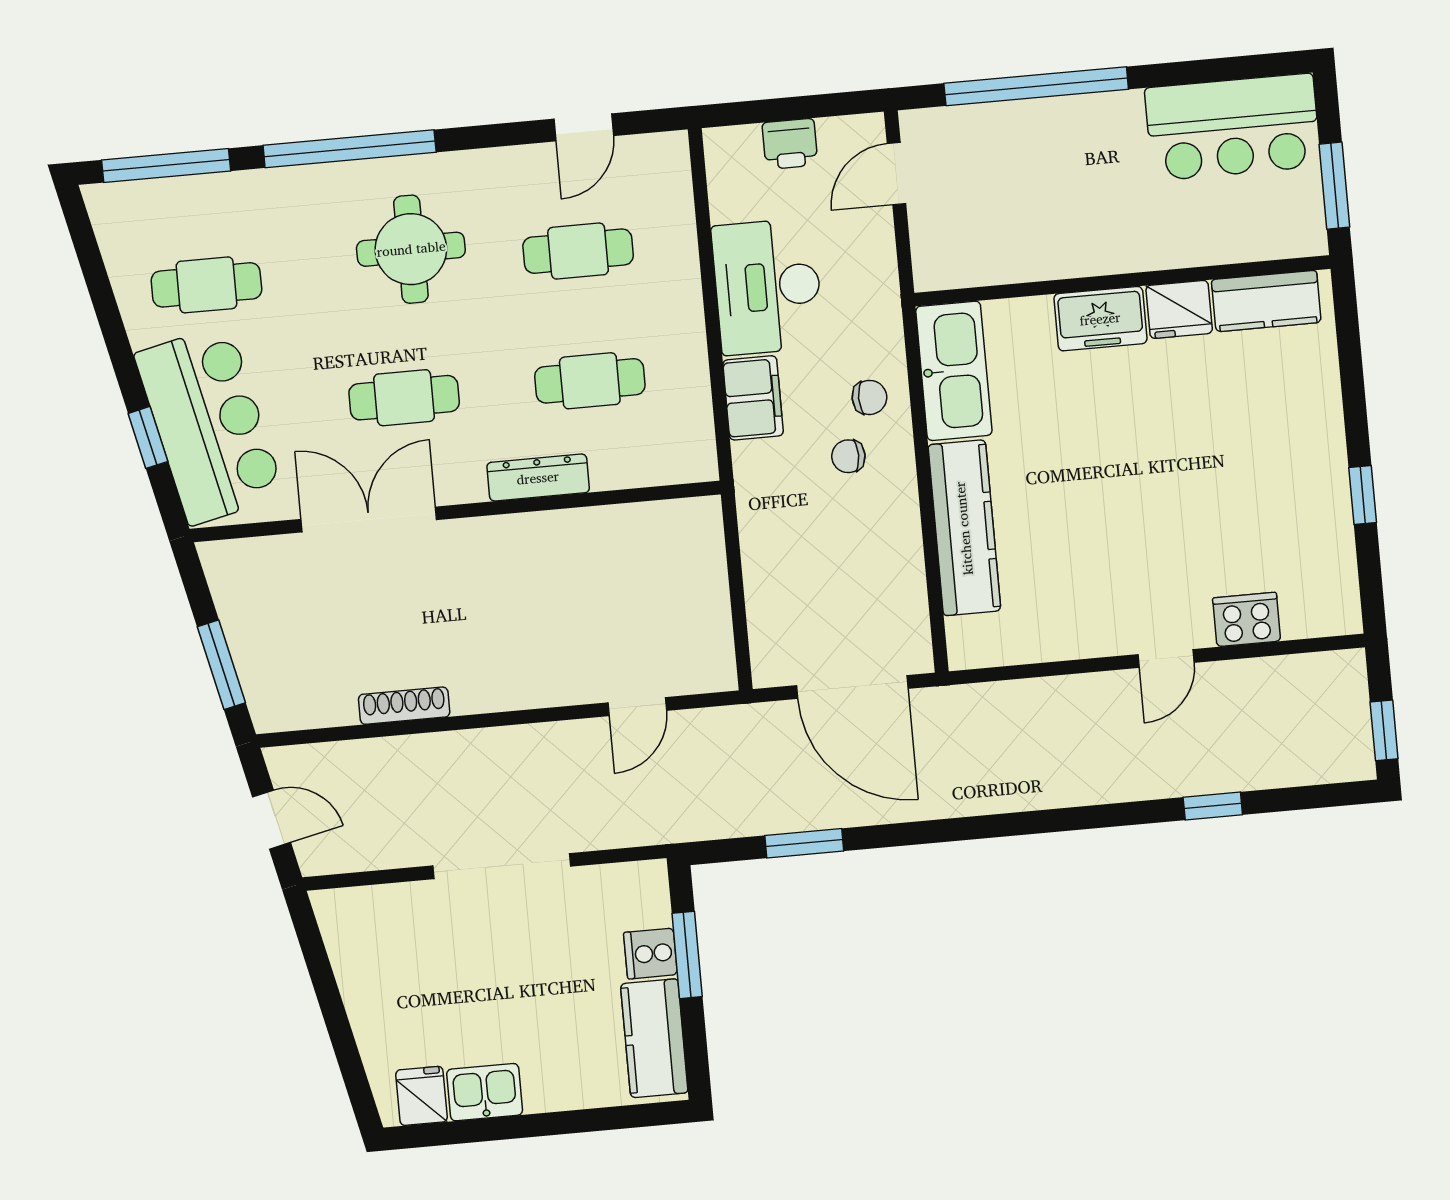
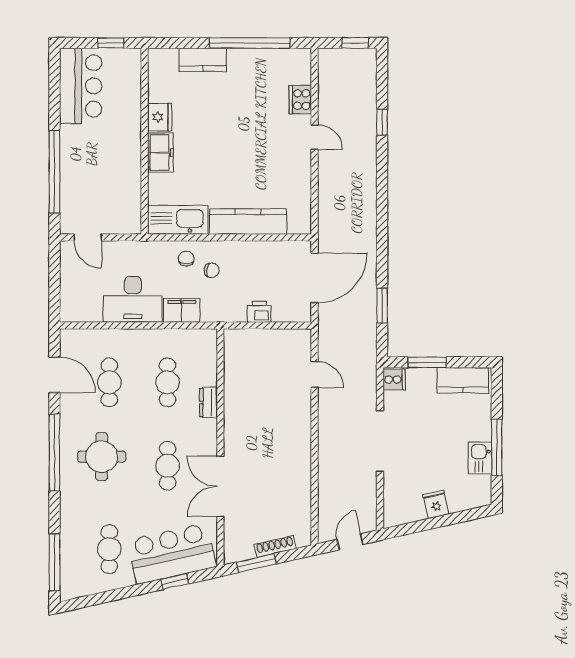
door: (584, 127) -> (54, 375), width x1.38
printer: (790, 144) -> (259, 312), moved, turned -90
window: (350, 149) -> (54, 453), moved
window: (1334, 186) -> (111, 43), width x0.67
kitchen counter: (1266, 301) -> (203, 60), moved, turned 90
chair: (848, 456) -> (212, 270), turned -85
dresser: (538, 478) -> (209, 402), width x0.70
window: (1363, 495) -> (250, 43), width x3.17
window: (221, 665) -> (256, 563), moved
shoe rack: (404, 706) -> (275, 547), moved, turned 77
cooker: (650, 954) -> (394, 379), moved, turned -90
fridge: (422, 1096) -> (436, 504), moved, turned 77
window: (512, 1127) -> (497, 447), added

